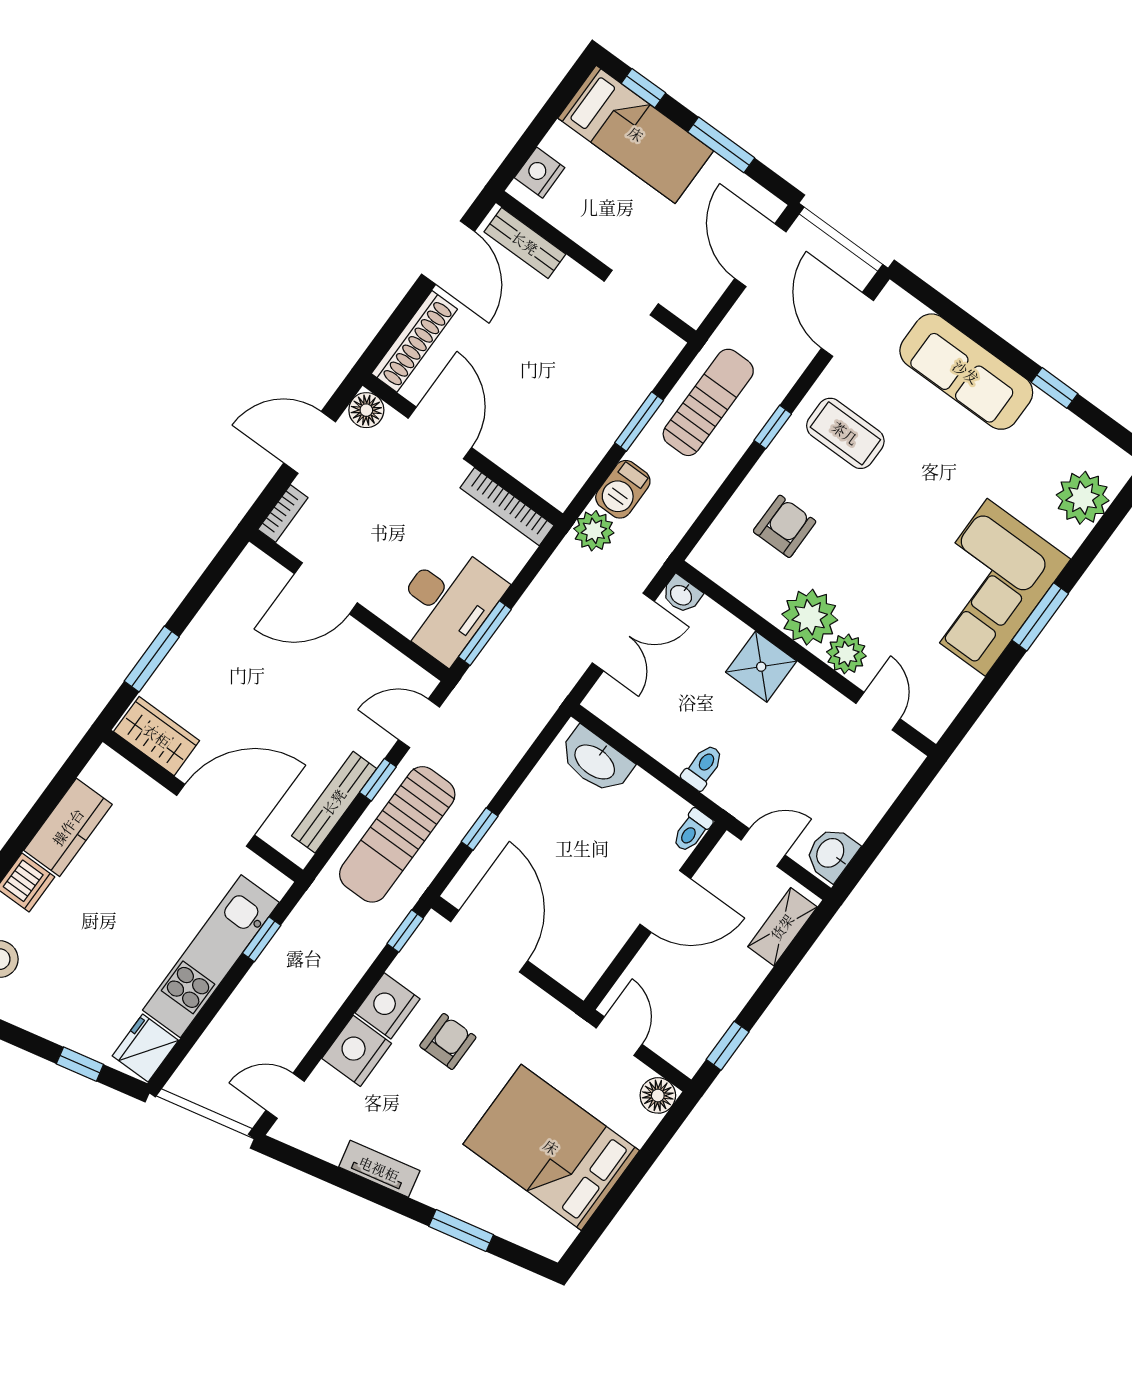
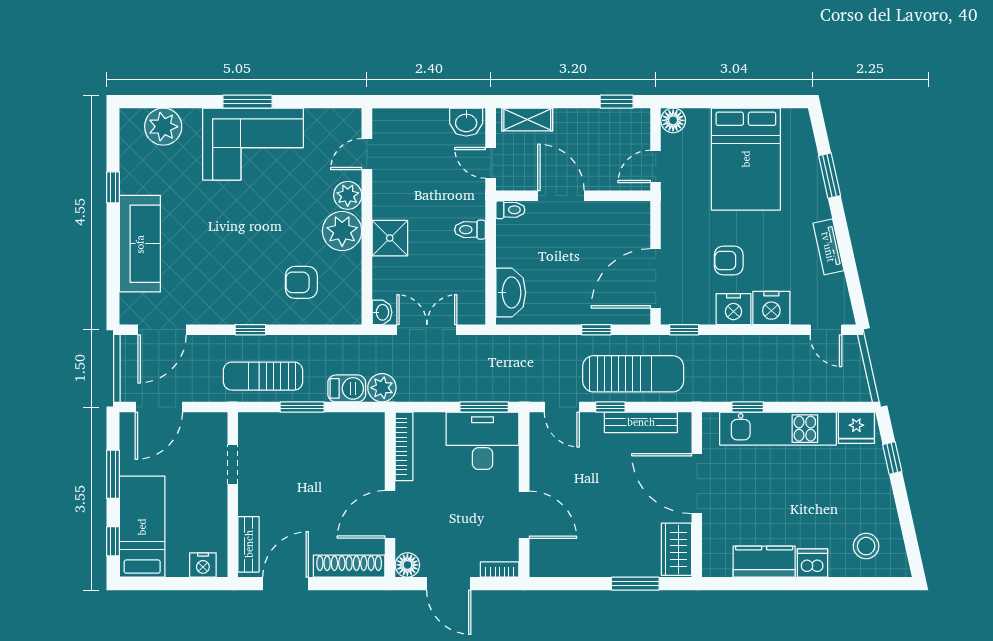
coffee table: (845, 433) -> (224, 286), removed

